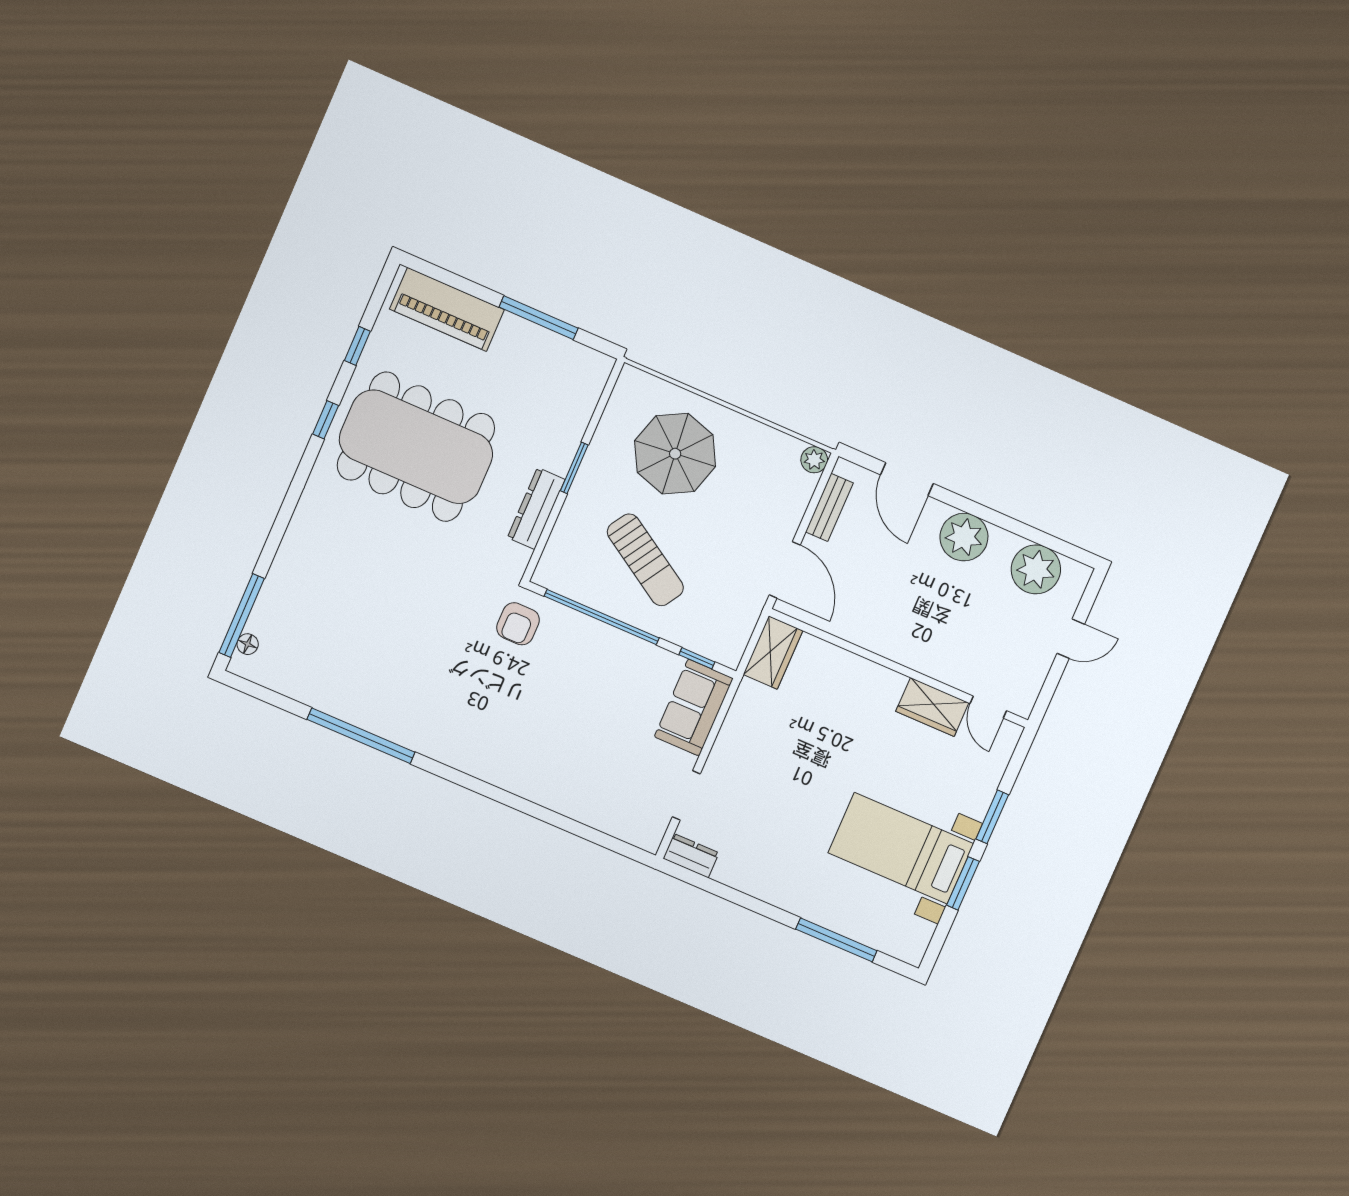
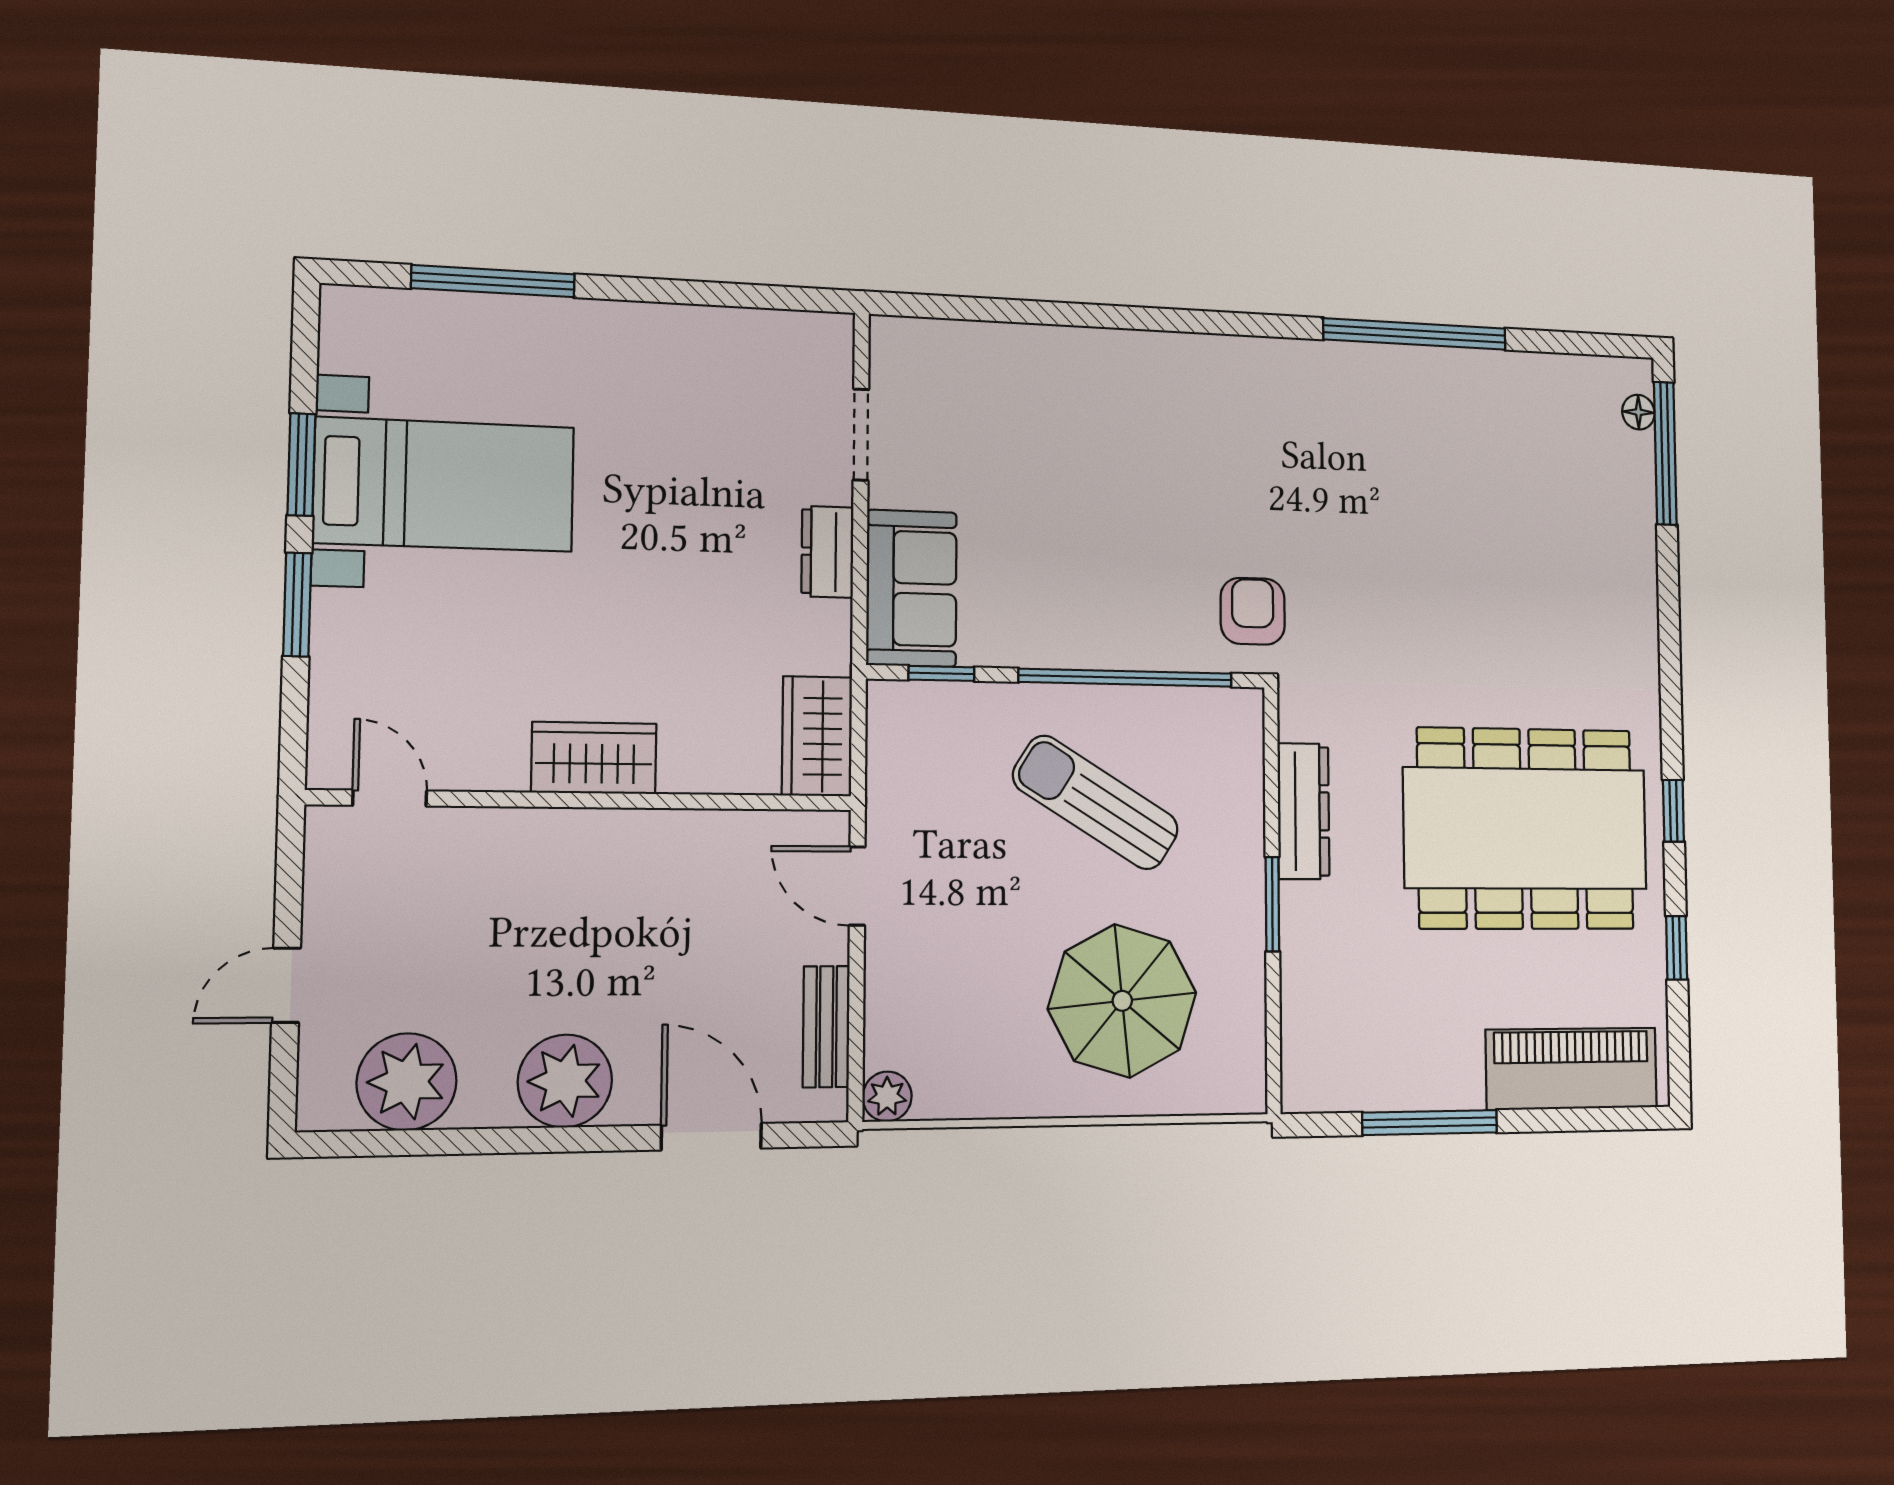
door: (785, 570) -> (857, 886), width x0.73
wardrobe: (932, 707) -> (594, 758), moved
dresser: (691, 856) -> (827, 552), moved, turned 90

